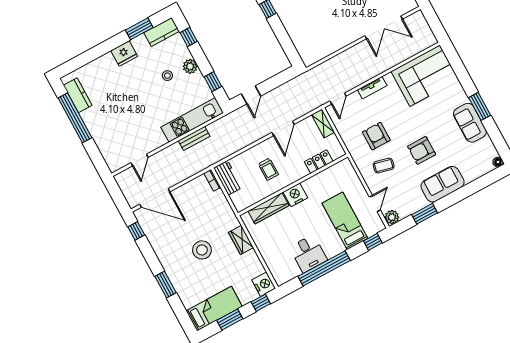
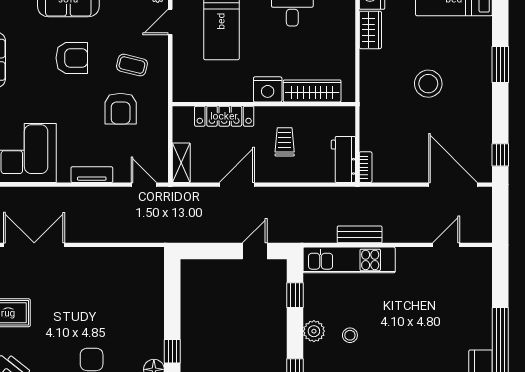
door: (338, 99) -> (144, 185), hinge flipped
locker: (319, 162) -> (224, 116), width x1.53
wardrobe: (241, 240) -> (370, 30), moved

